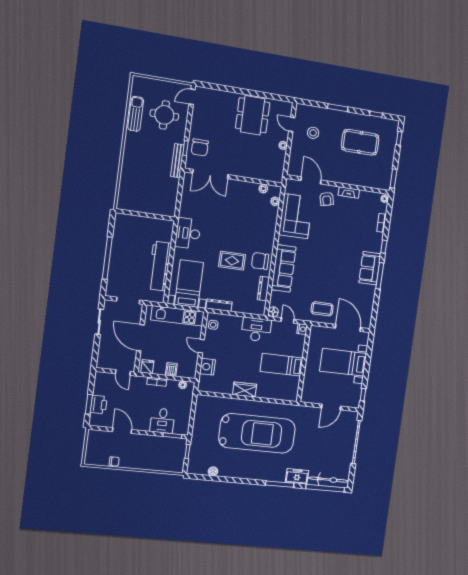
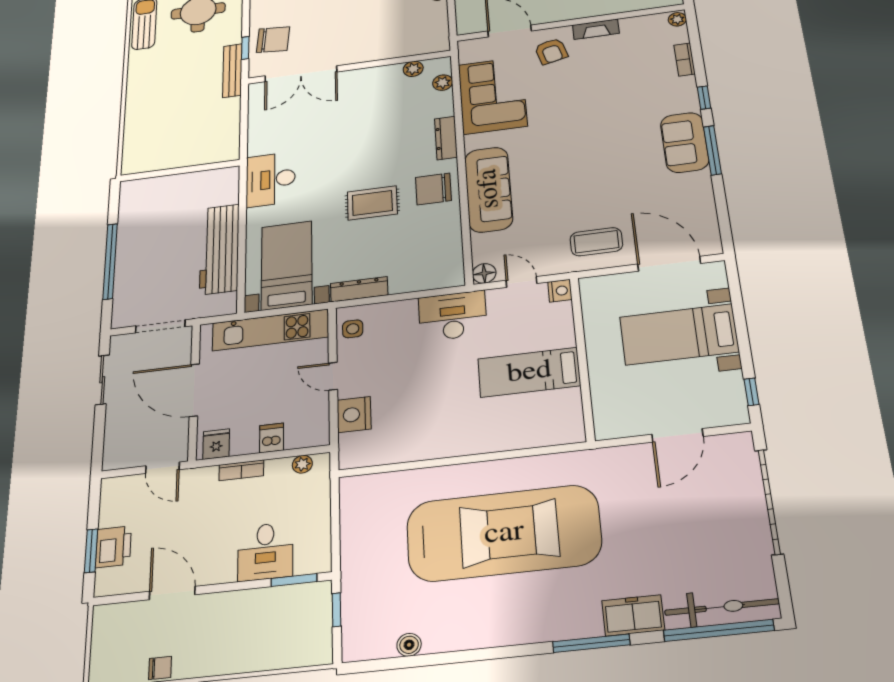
chair: (200, 147) -> (273, 40), turned -85
dresser: (263, 288) -> (446, 138), moved
wardrobe: (245, 389) -> (451, 443), removed

